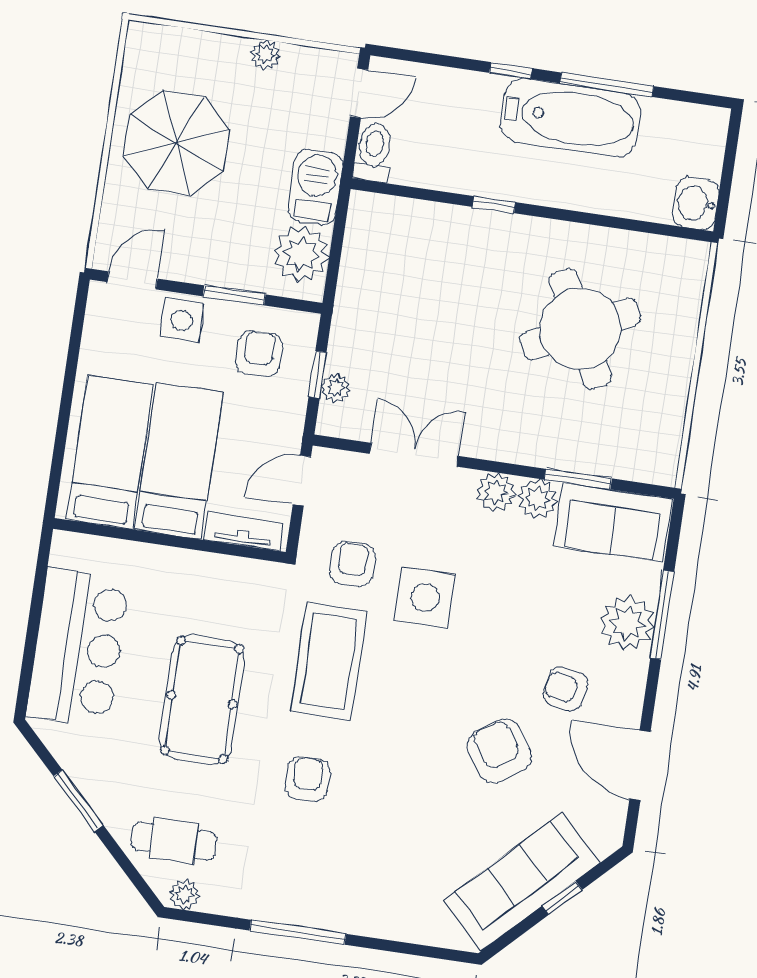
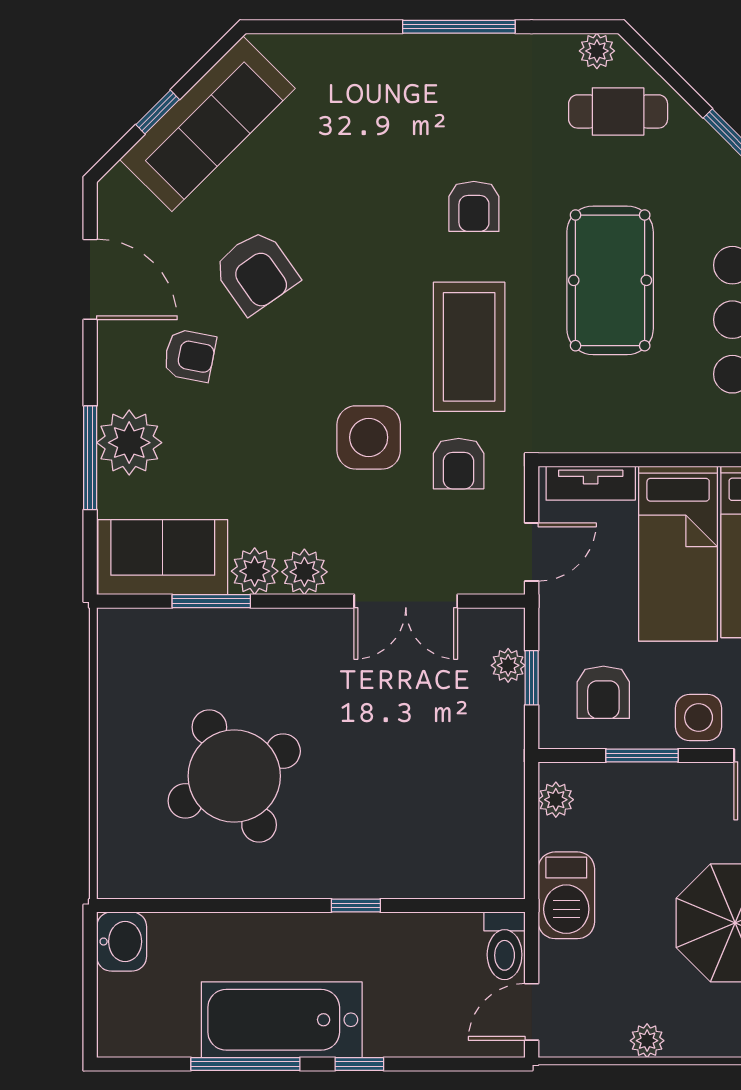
plant: (301, 254) -> (556, 800), width x0.53, depth x0.53

